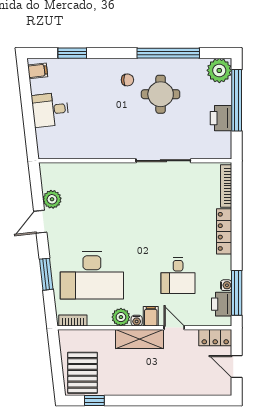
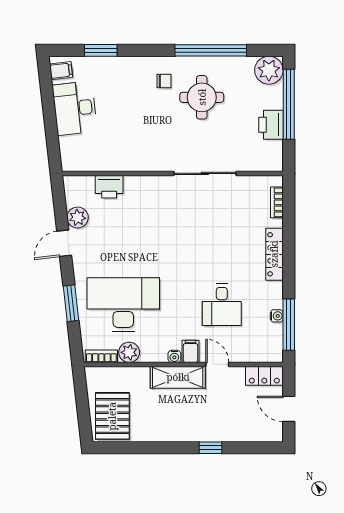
desk: (50, 110) -> (75, 108), width x1.37
bookcase: (226, 186) -> (277, 202), width x0.64
desk: (92, 276) -> (123, 305), turned 180
printer: (222, 304) -> (109, 187), moved, turned -90
plant: (121, 317) -> (129, 352), moved
window: (94, 400) -> (210, 448), moved

